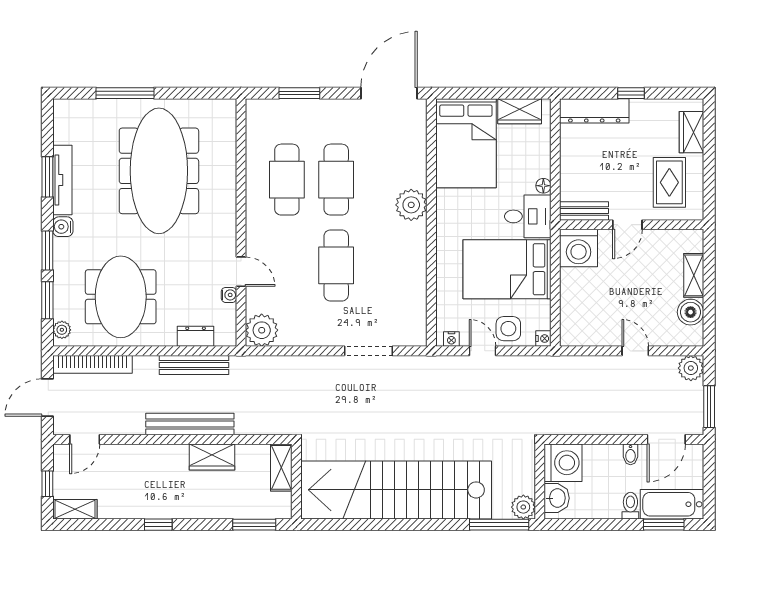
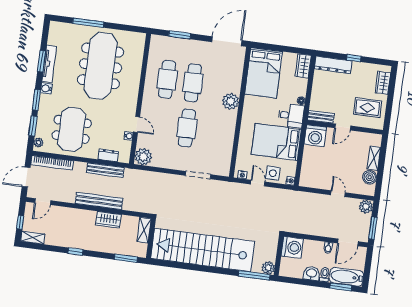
wardrobe: (520, 111) -> (303, 66), moved, turned 90
rug: (669, 182) -> (368, 108), turned 90
washbasin: (557, 498) -> (312, 273), moved, turned -90

